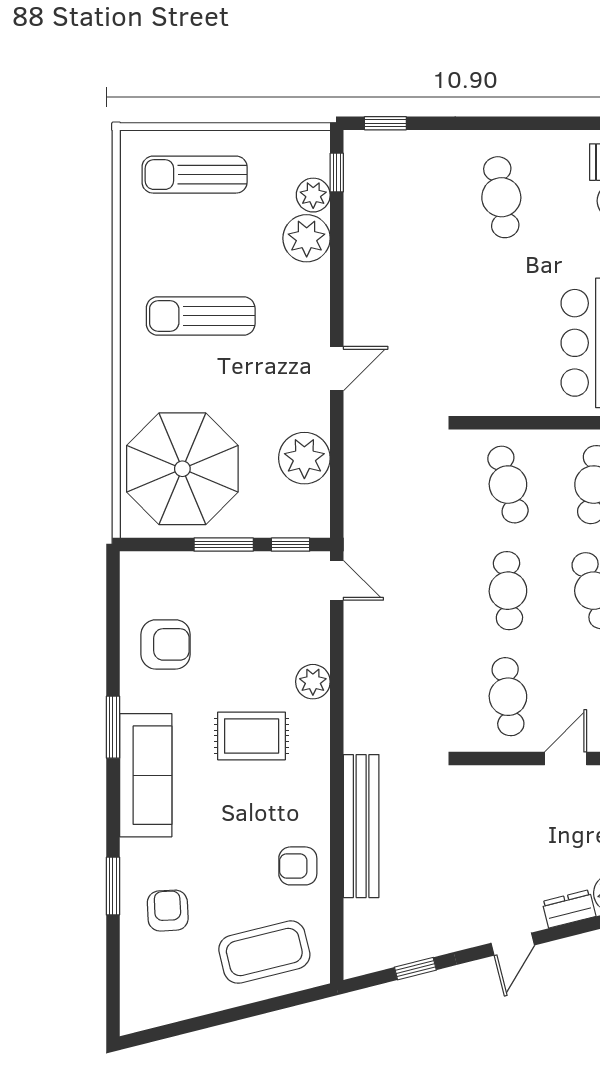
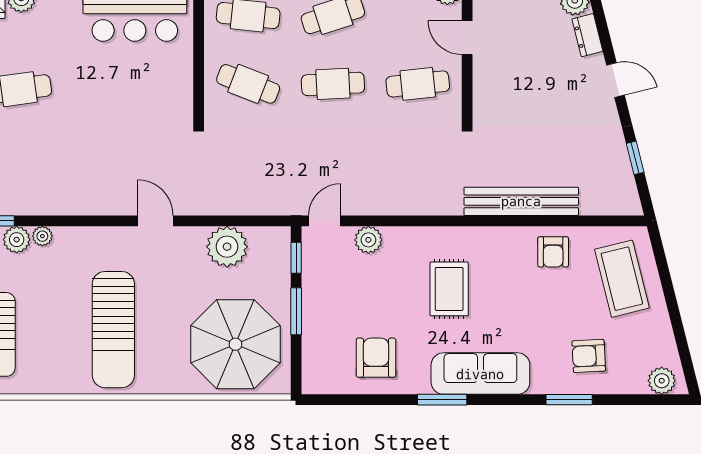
plant: (307, 238) -> (42, 236), width x0.53, depth x0.53
sun lounger: (201, 316) -> (113, 330), width x1.36, depth x1.34
cafe table: (508, 485) -> (248, 84), turned 36
plant: (313, 682) -> (368, 240), moved
plant: (137, 1002) -> (662, 381), added

